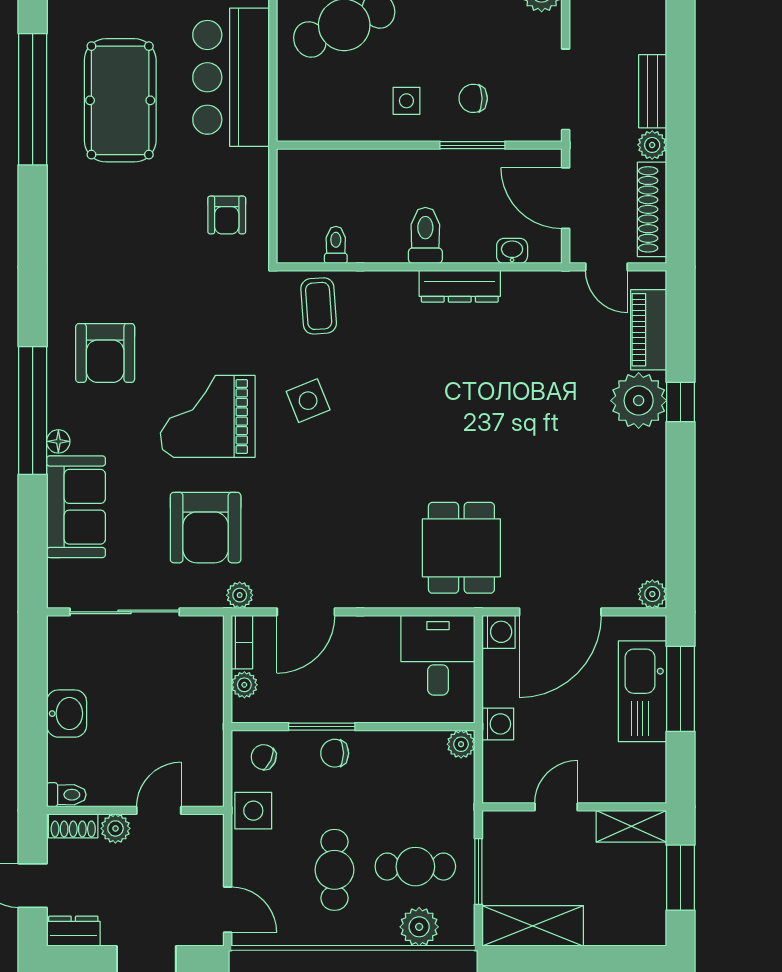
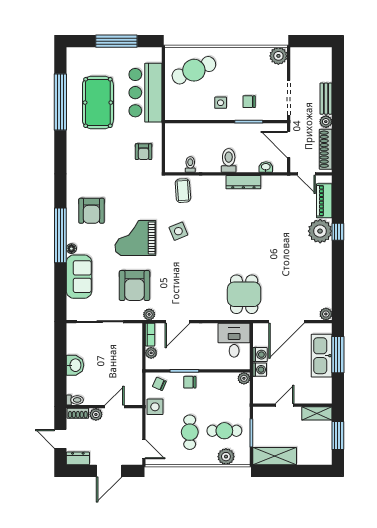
washing machine: (499, 632) -> (260, 355), moved

